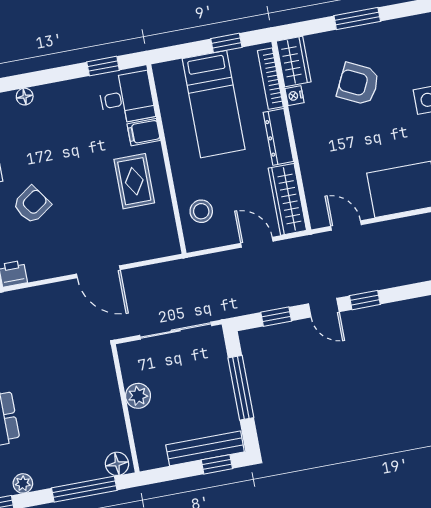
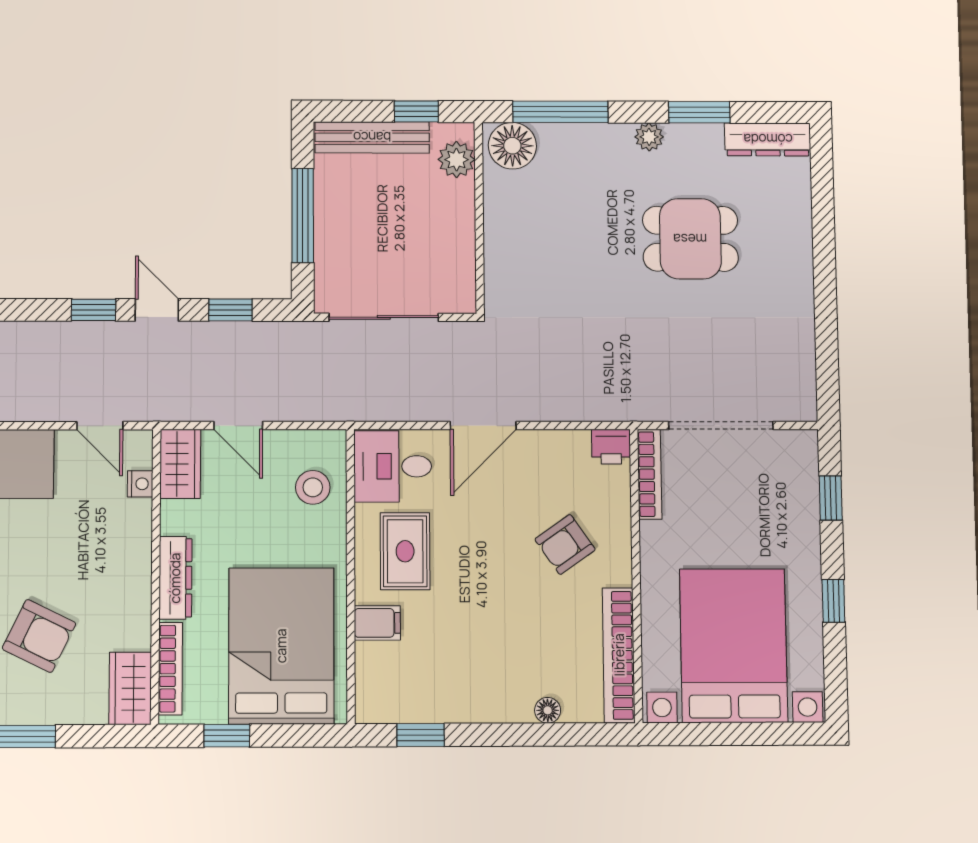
nightstand: (295, 96) -> (140, 484), moved
desk: (127, 98) -> (393, 466), moved
bed: (214, 104) -> (281, 646), width x1.50
wardrobe: (287, 199) -> (180, 464), width x0.67
door: (98, 272) -> (483, 426), swing flipped
plant: (138, 396) -> (456, 160), moved
floor lamp: (117, 464) -> (512, 146), width x1.38, depth x1.38
window: (217, 464) -> (416, 111), moved

